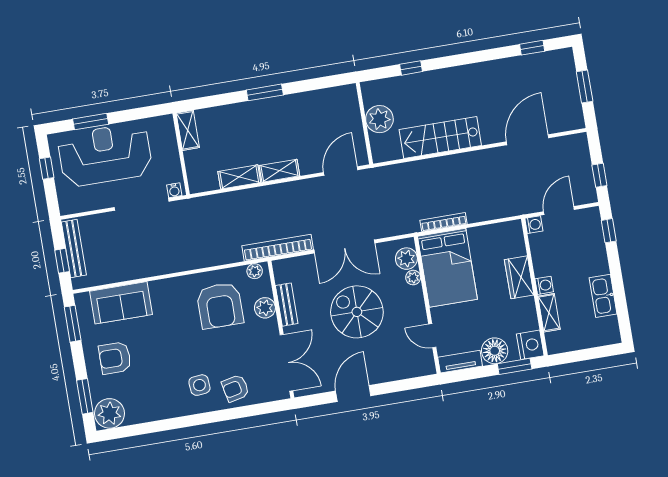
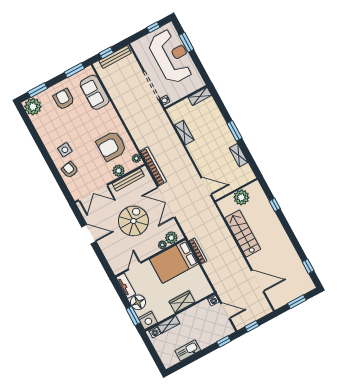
shelving: (279, 171) -> (239, 155), moved
washing machine: (544, 285) -> (155, 332), moved
bench: (287, 305) -> (128, 180), width x1.36

